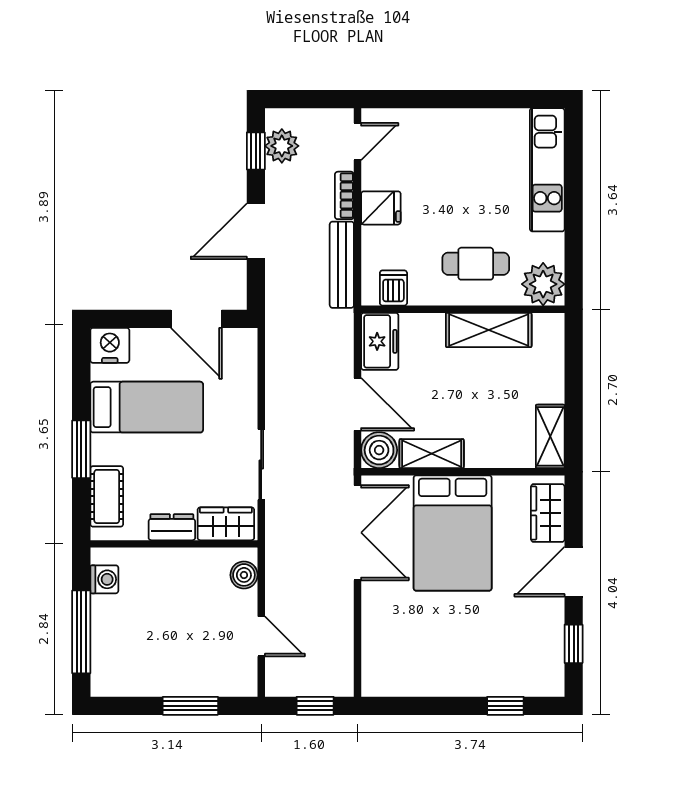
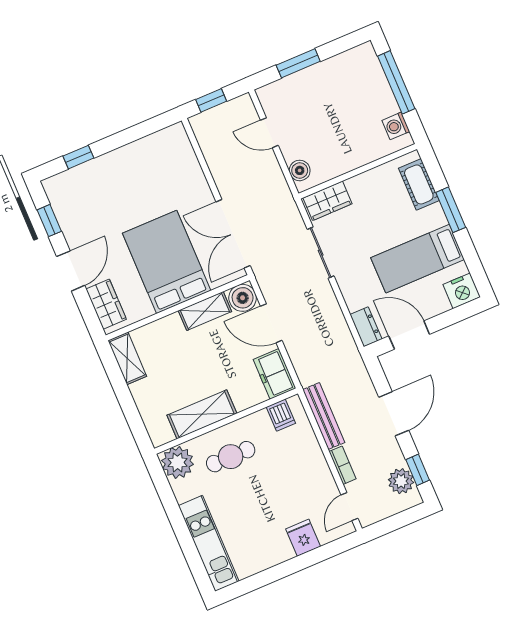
fridge: (381, 208) -> (303, 538), moved, turned 90
dresser: (172, 527) -> (366, 327), moved, turned -90

